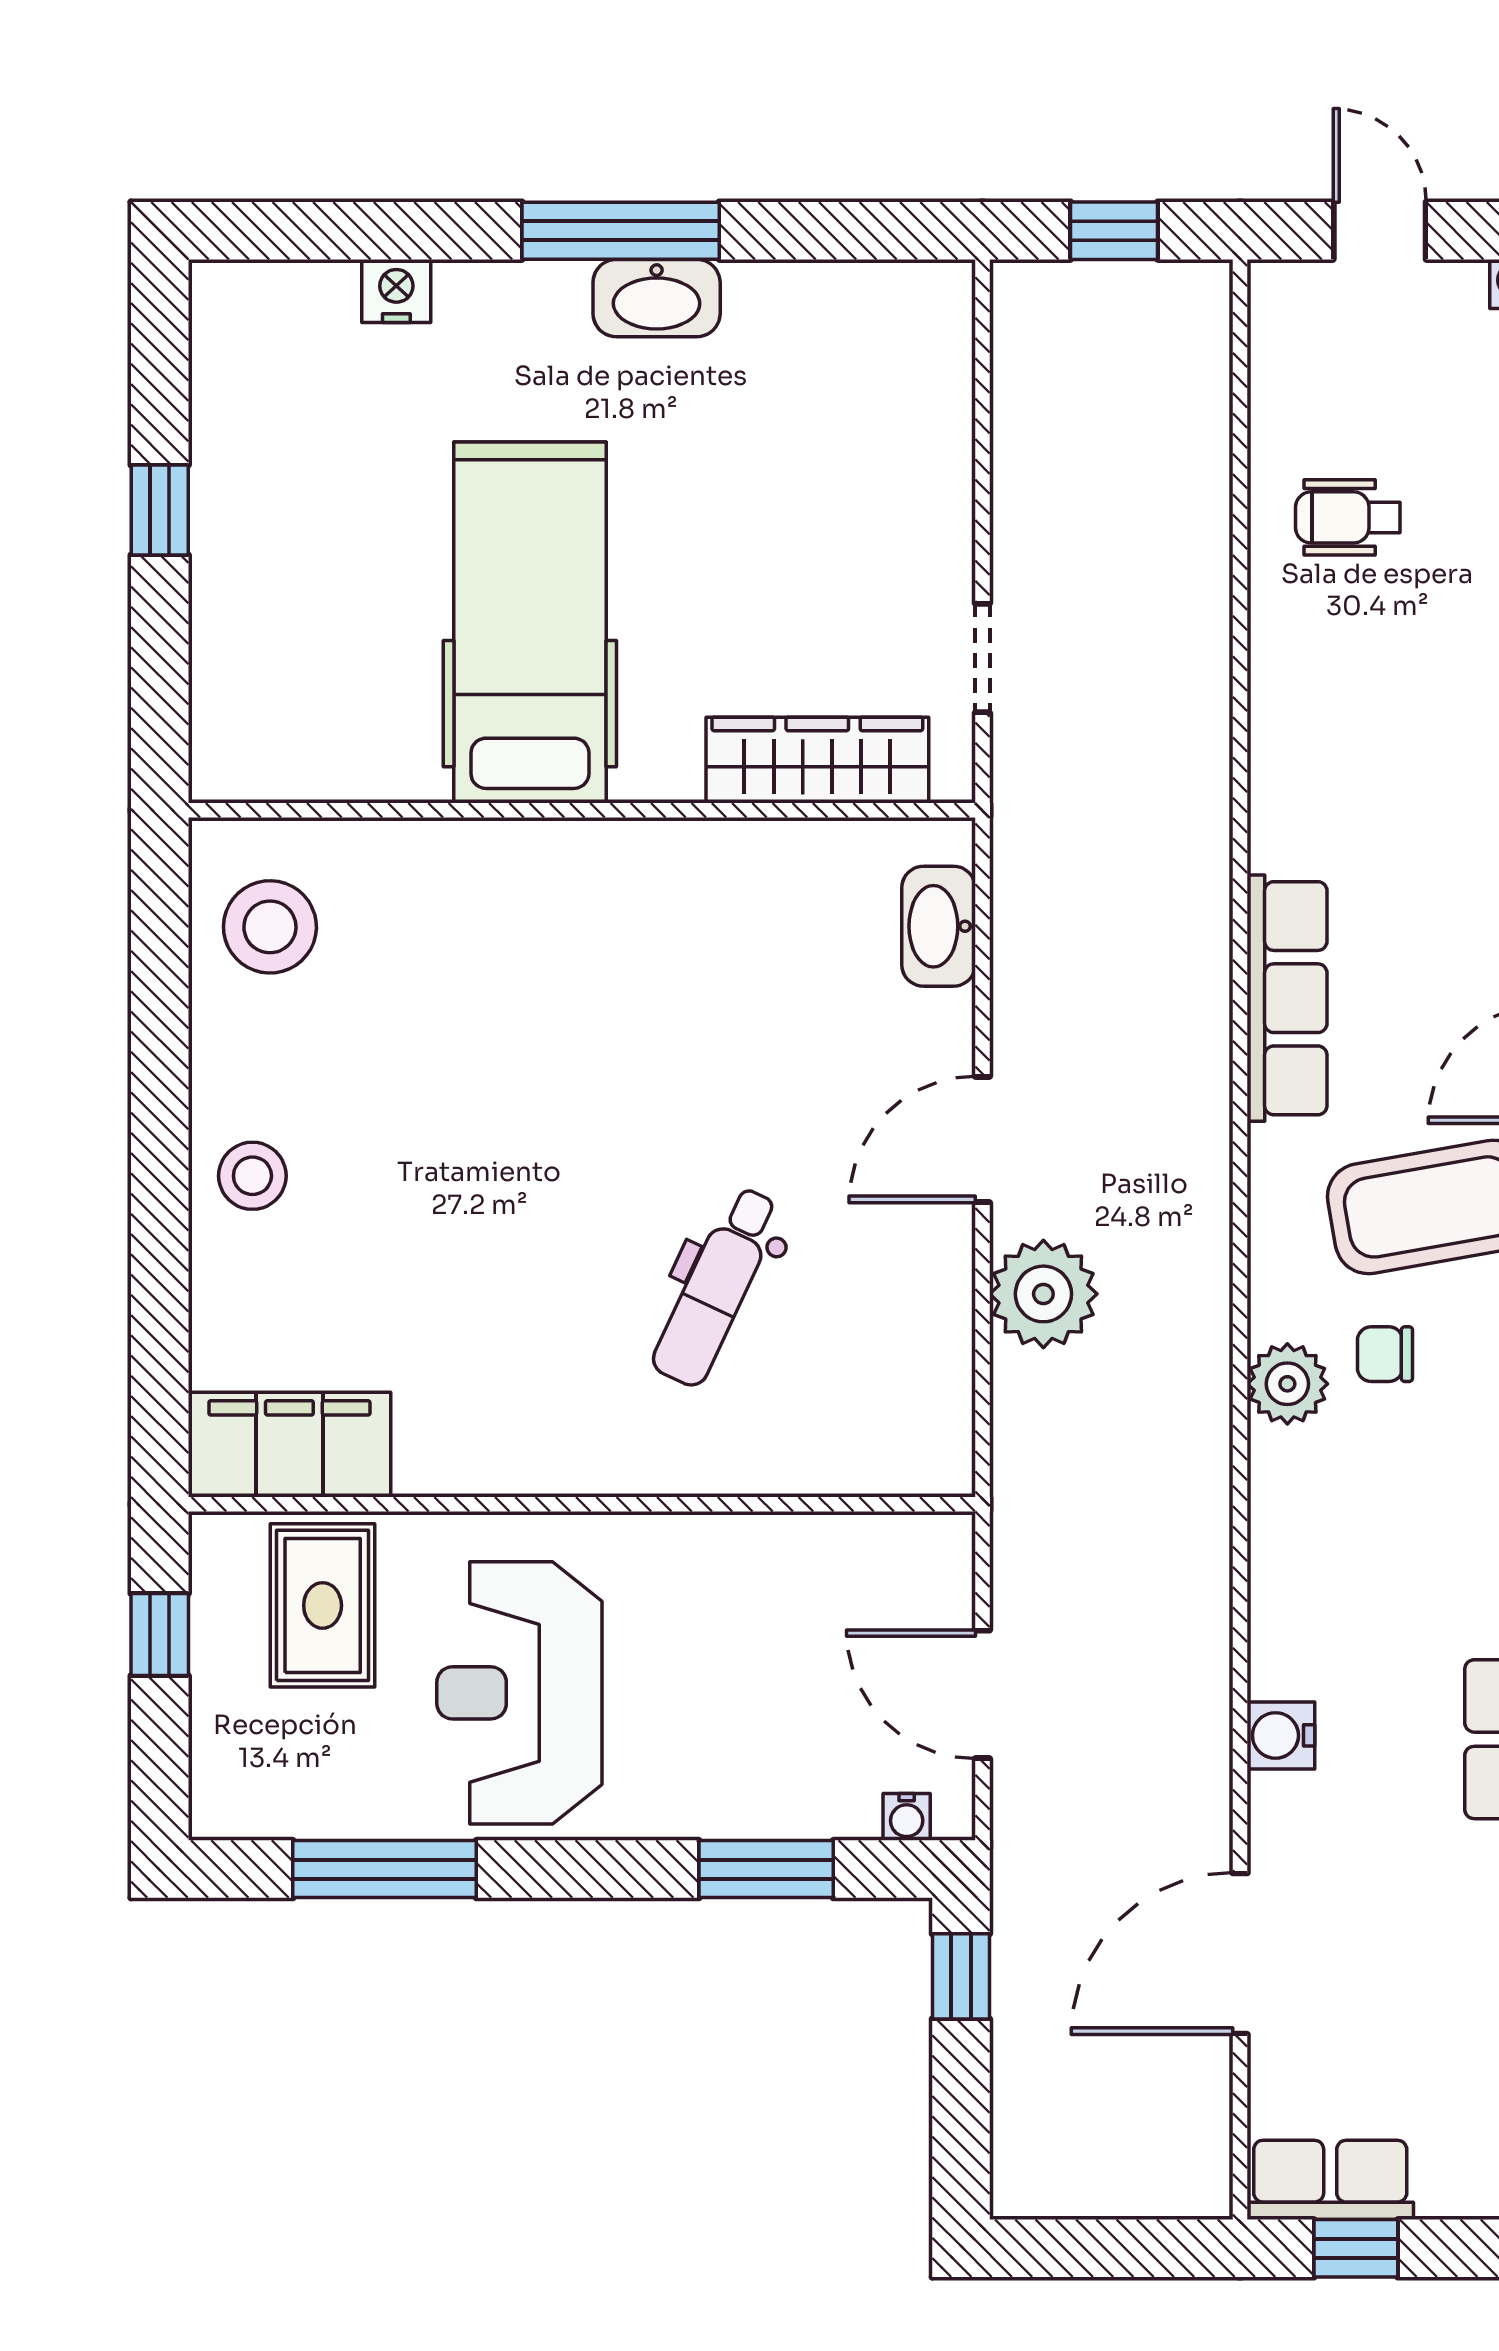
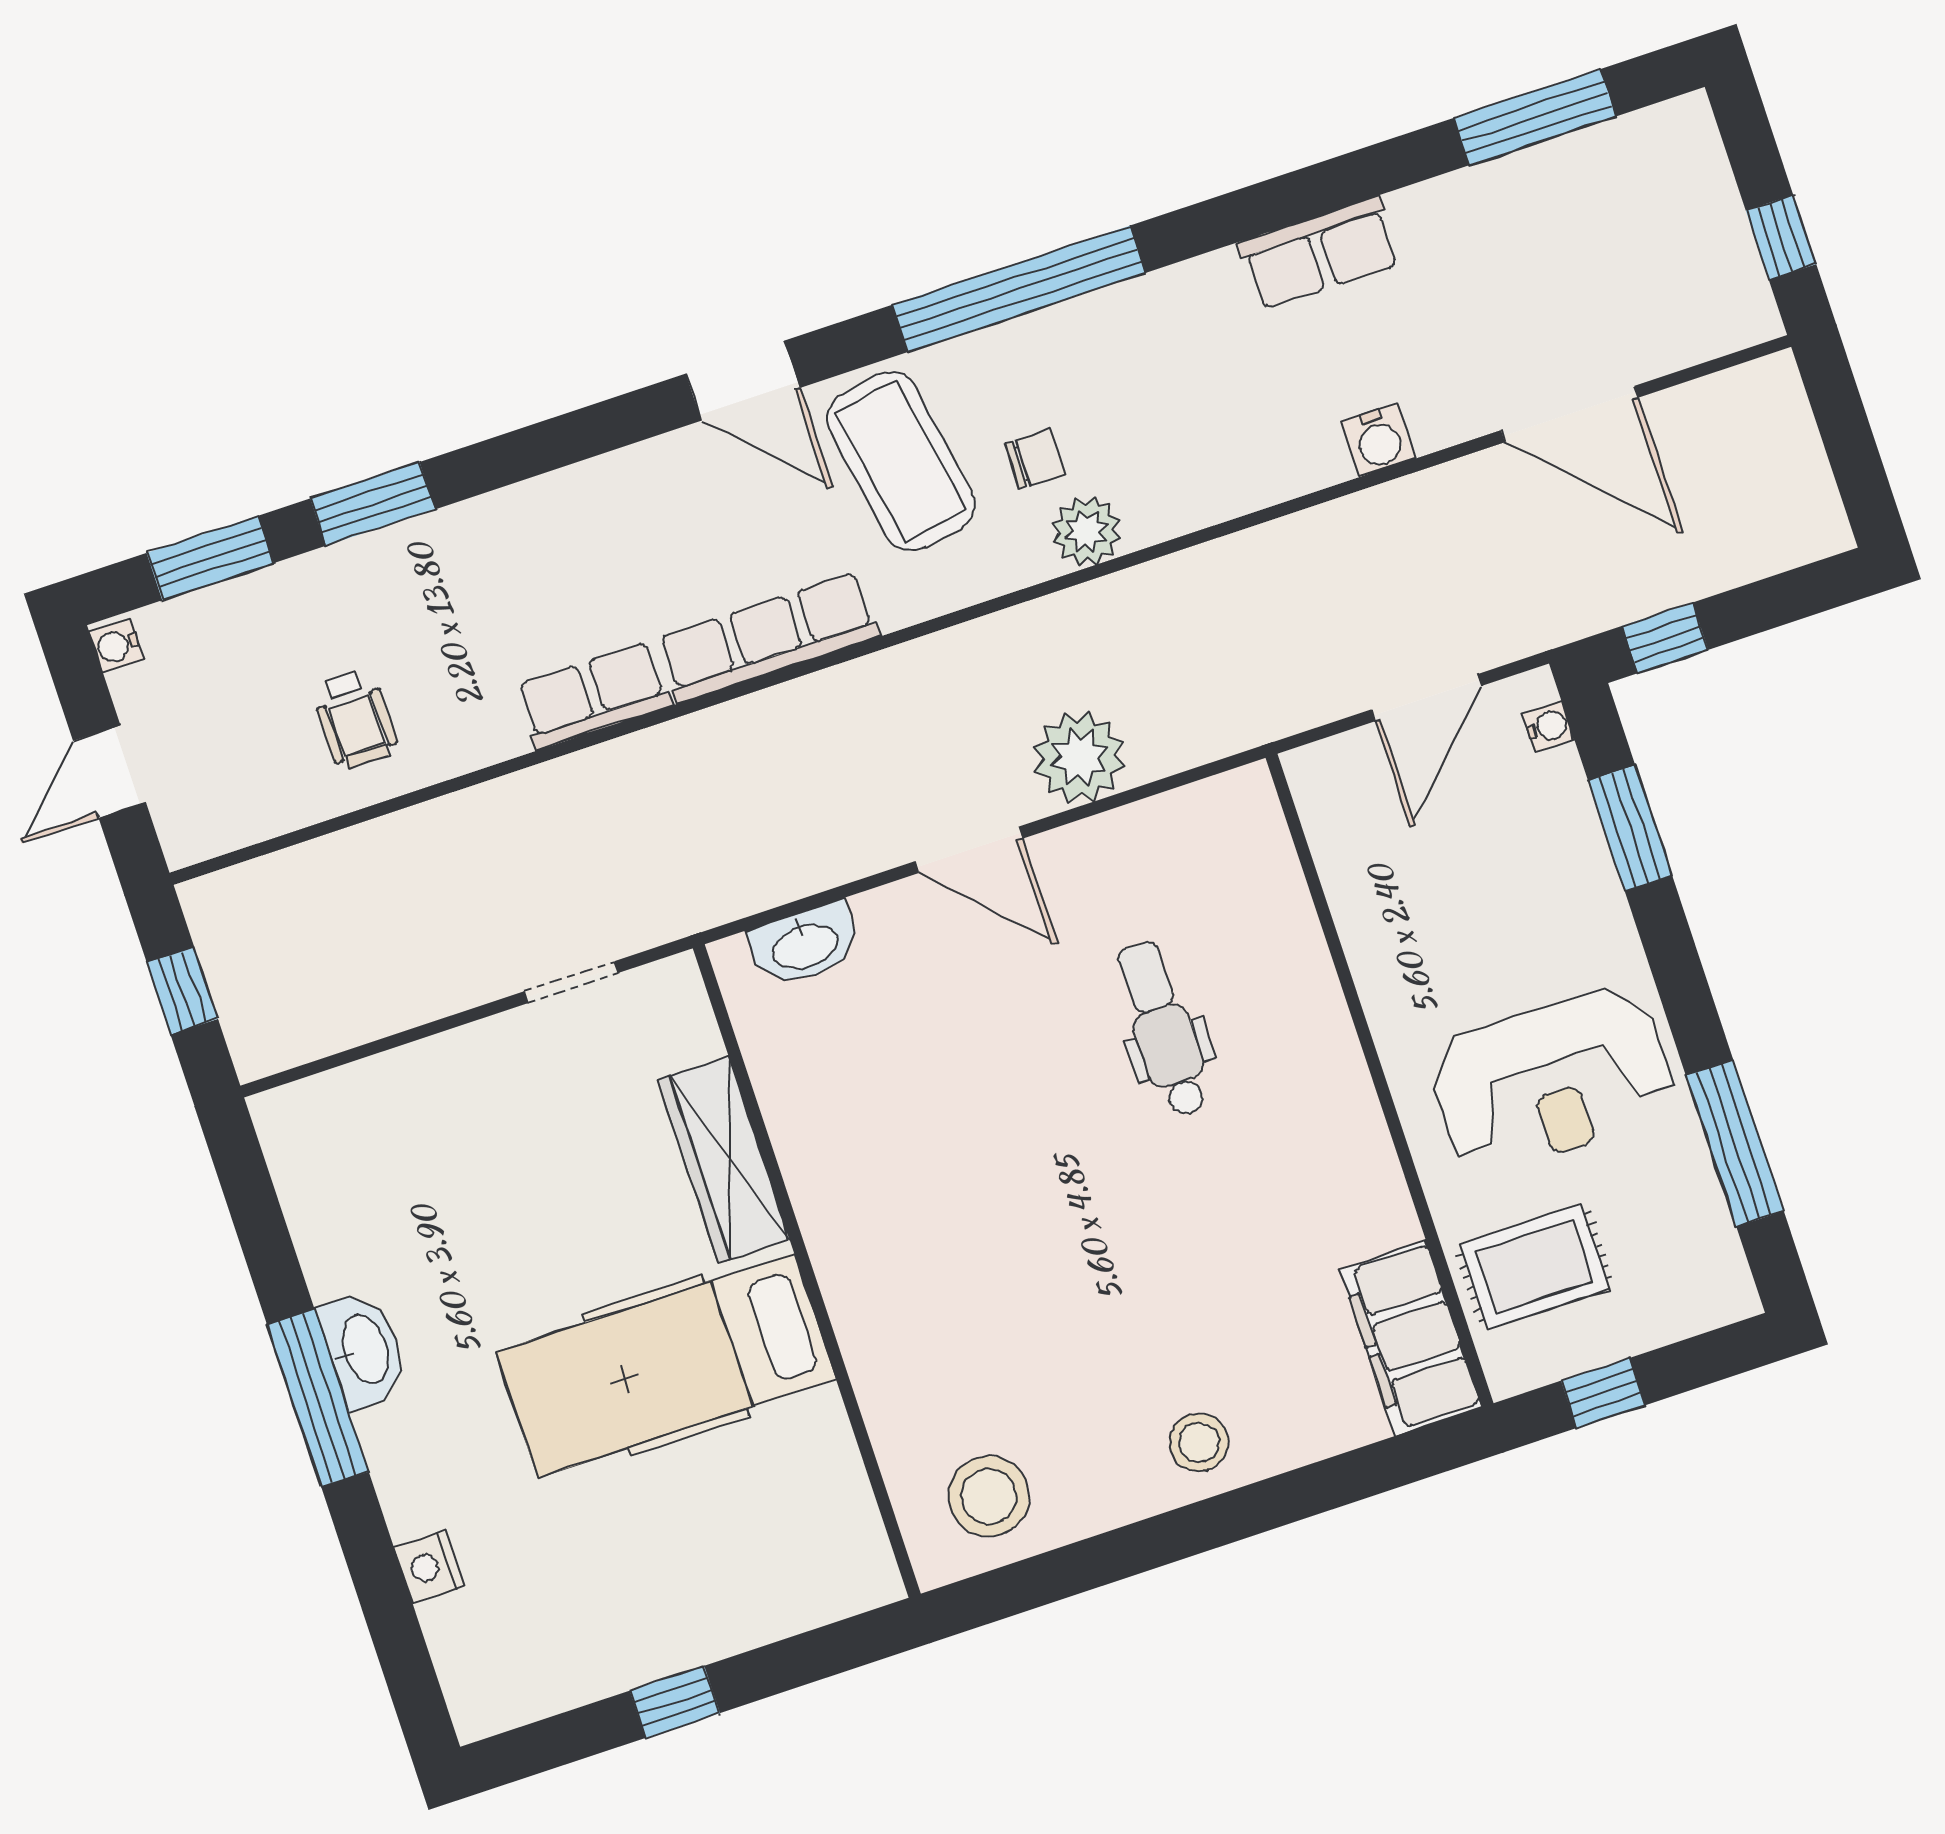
wardrobe: (817, 760) -> (724, 1160), moved
dental chair: (717, 1287) -> (1163, 1029), turned -115
chair: (1385, 1354) -> (1035, 459), turned -90
row of seats: (1330, 2180) -> (593, 696), moved, turned 90

